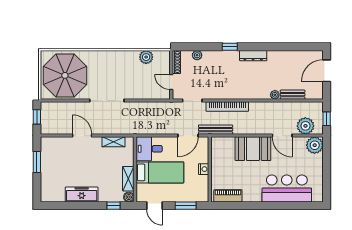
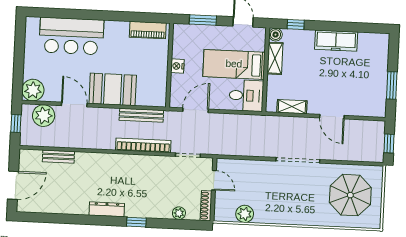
parasol: (65, 75) -> (350, 195), width x0.73, depth x0.73
plant: (275, 95) -> (81, 157), removed
bench: (216, 130) -> (141, 115), moved

